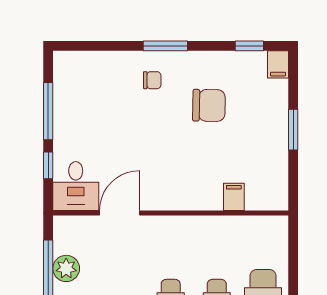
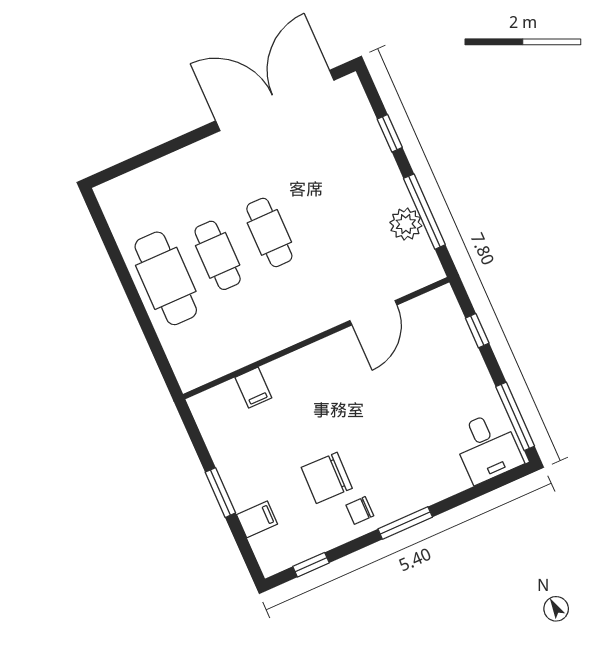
filing cabinet: (278, 64) -> (257, 519), moved, turned 90
chair: (152, 80) -> (360, 510), moved
window: (48, 111) -> (515, 416), moved
desk: (76, 186) -> (487, 447), moved, turned 180

